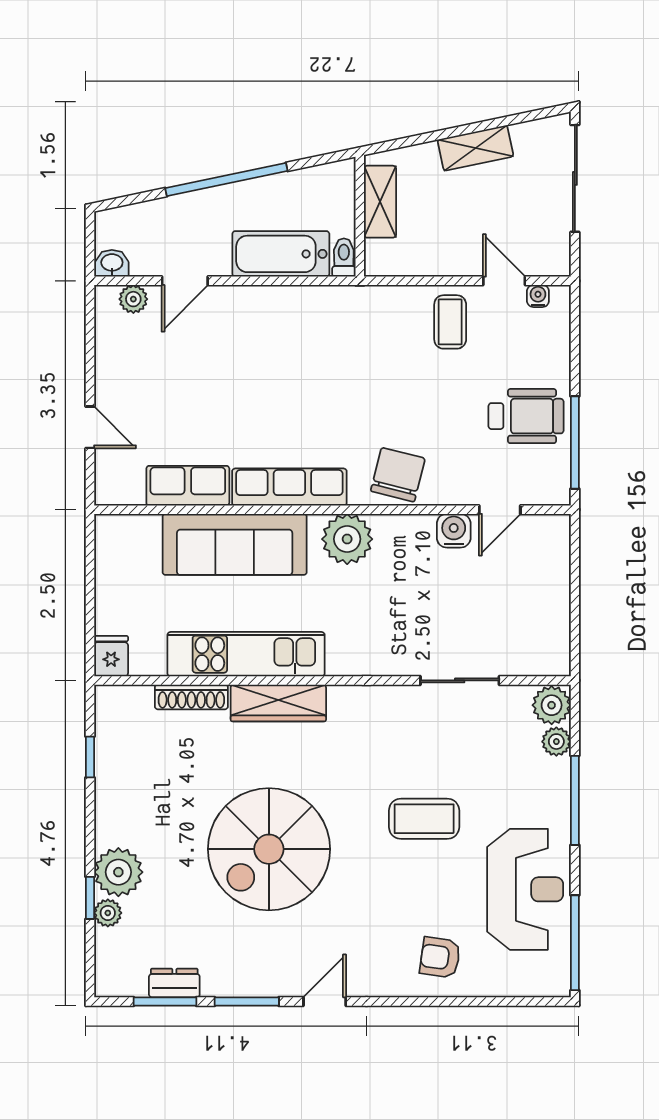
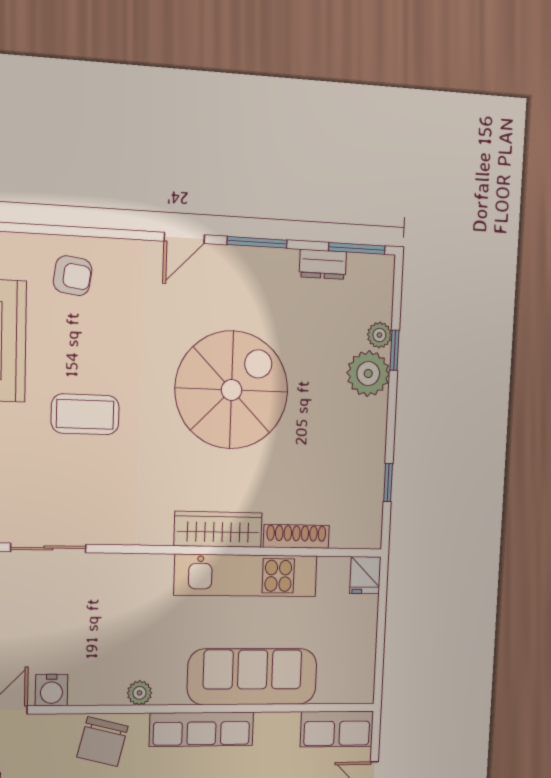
row of seats: (188, 486) -> (337, 729), moved
plant: (347, 539) -> (140, 693), width x0.53, depth x0.53
window: (165, 1001) -> (357, 248), moved

